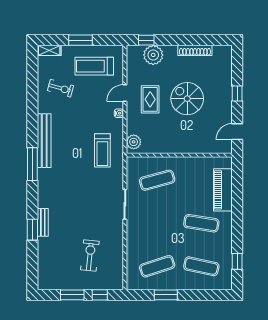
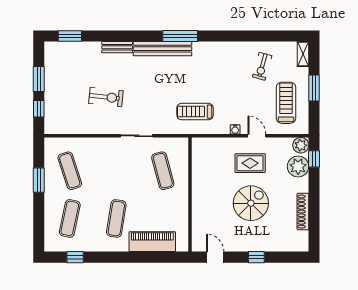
bench: (44, 141) -> (163, 49), moved
plant: (134, 142) -> (301, 145), moved
window: (32, 230) -> (70, 36), moved
exercise bike: (90, 255) -> (106, 97), moved

